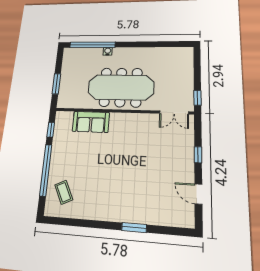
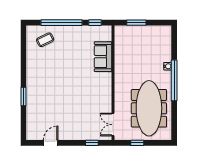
window: (92, 45) -> (174, 80), moved
meeting table: (121, 87) -> (149, 108), moved
window: (197, 98) -> (137, 143), moved
window: (198, 155) -> (92, 143), moved

